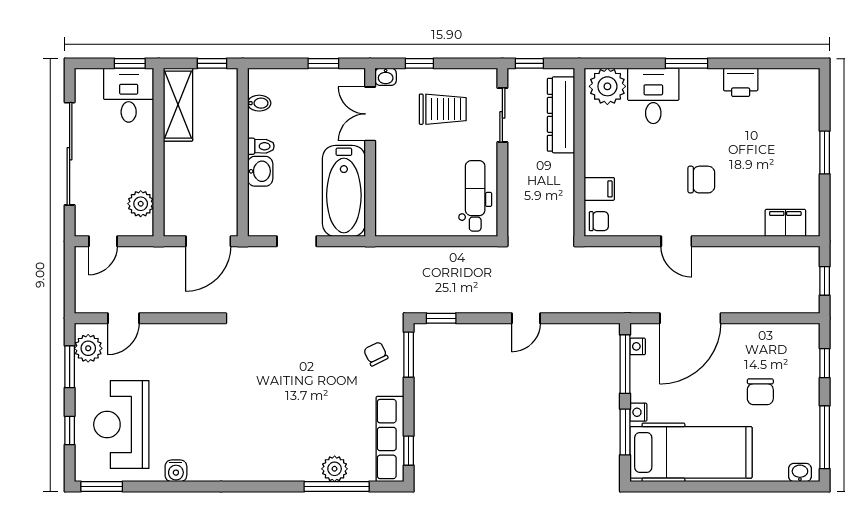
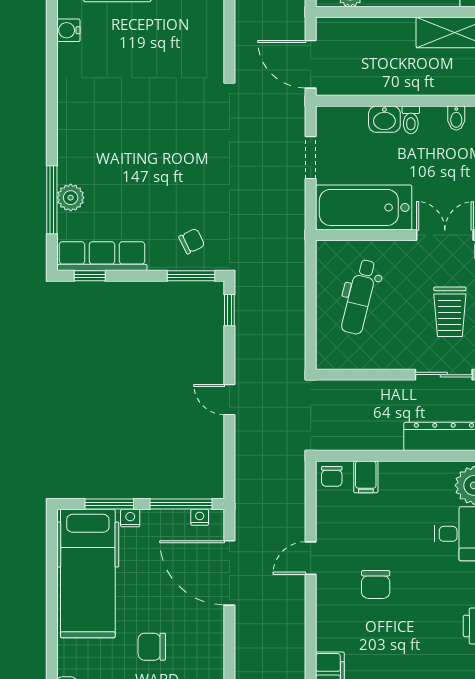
dental chair: (475, 196) -> (359, 297), moved, turned 104

